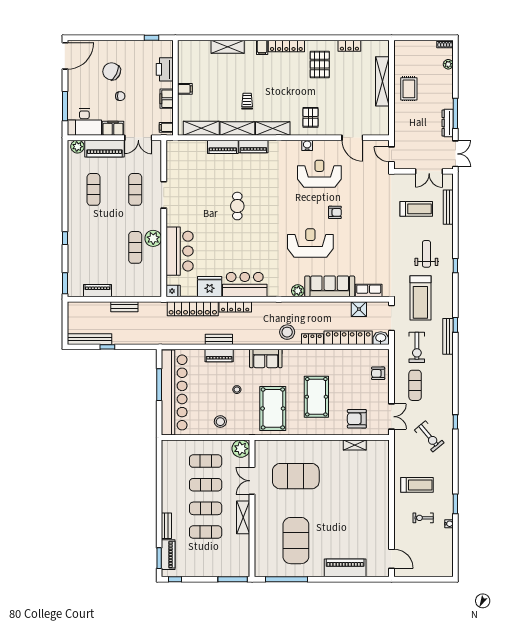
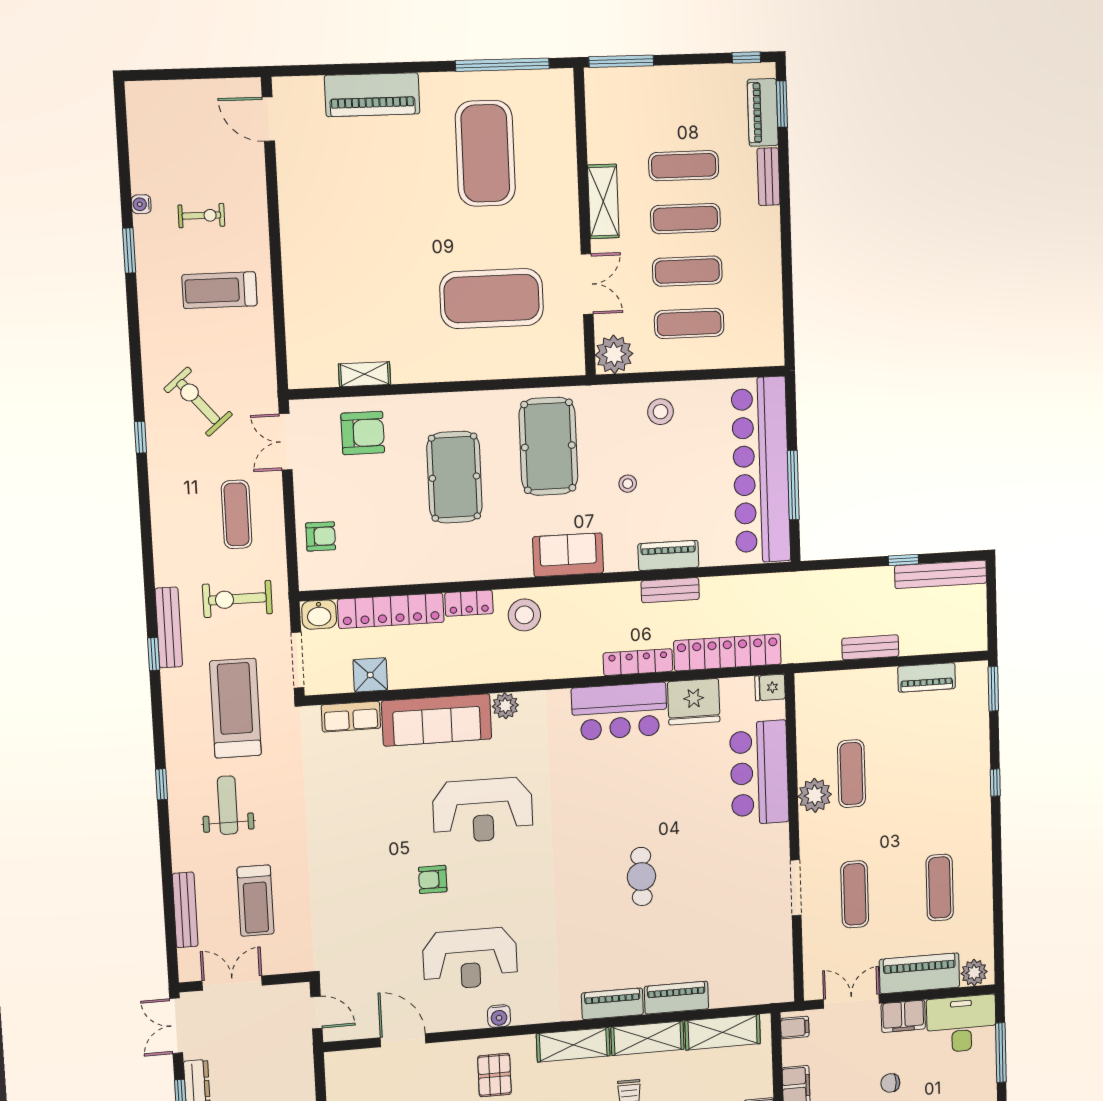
treadmill: (416, 209) -> (255, 901), turned -90
weight bench: (426, 254) -> (228, 805), turned 180
exercise bike: (417, 347) -> (237, 599), turned -90

